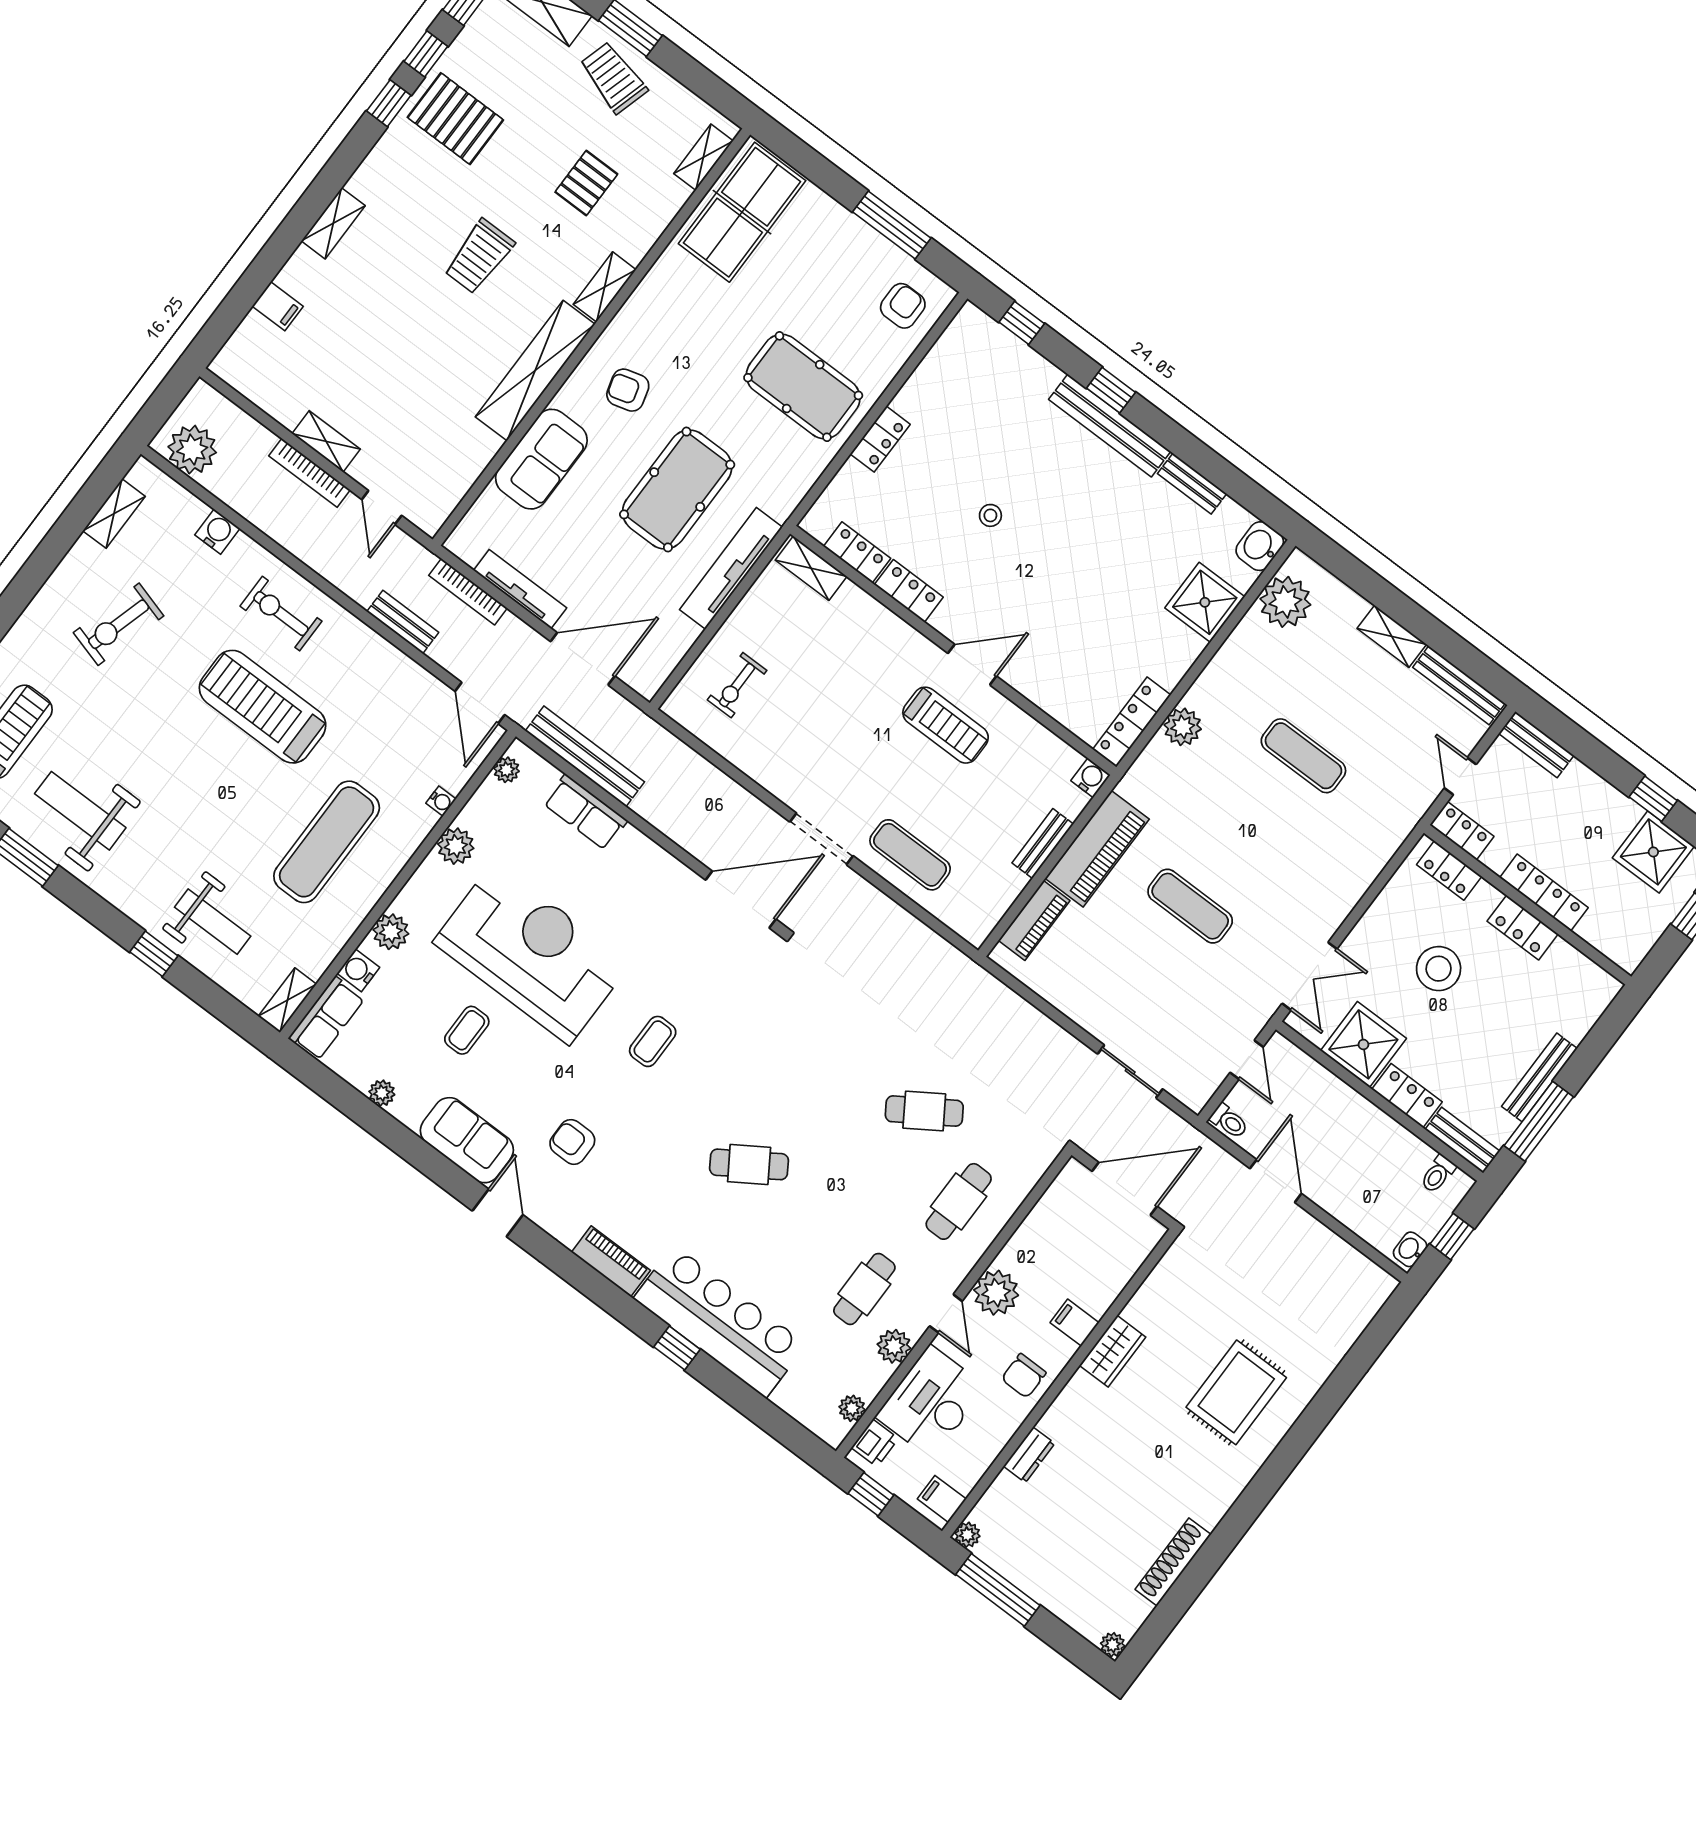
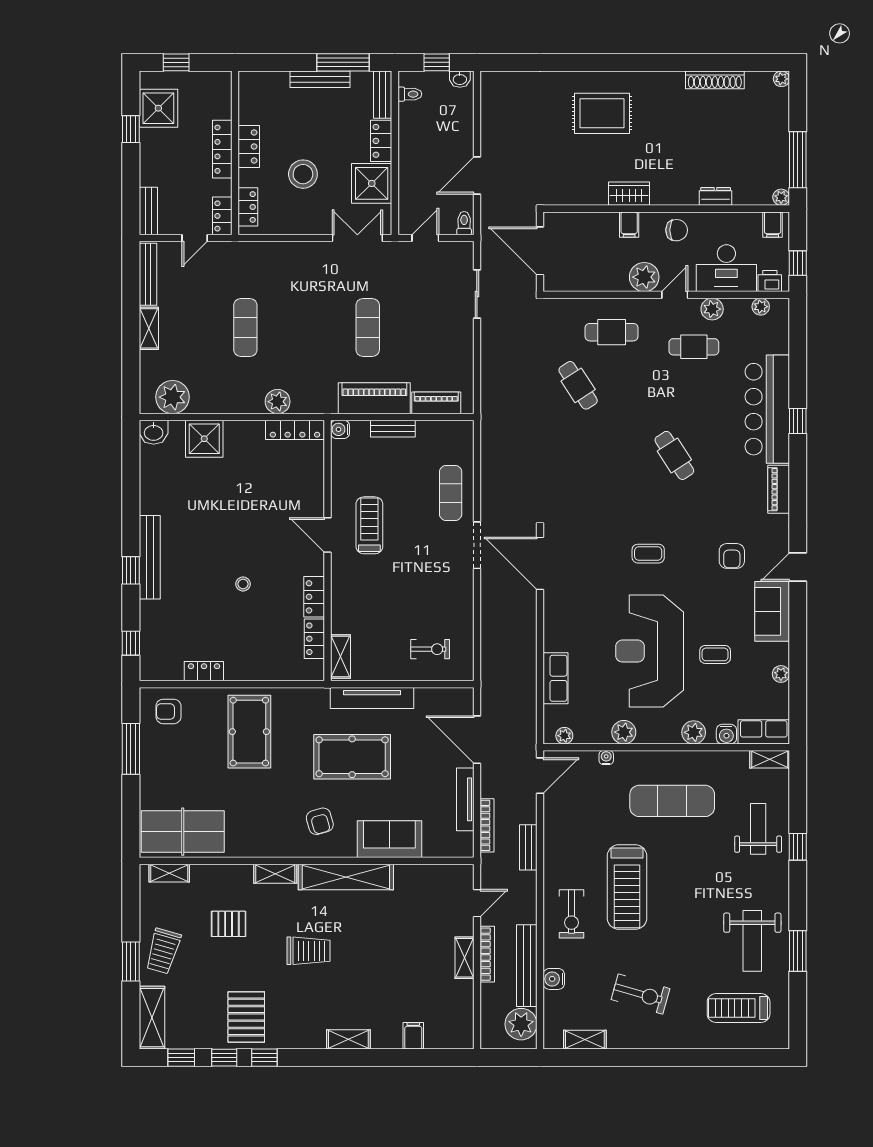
locker: (880, 439) -> (204, 671), moved
bench: (1192, 484) -> (148, 492), removed
bench: (585, 756) -> (527, 966), moved

